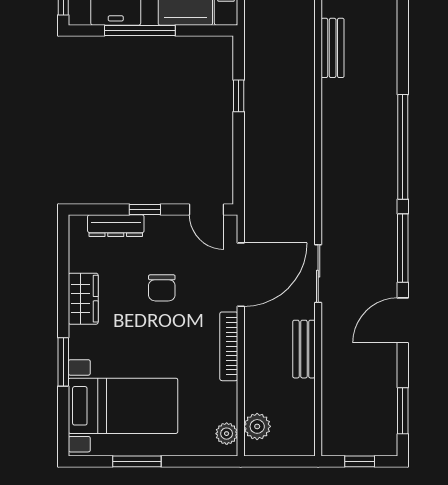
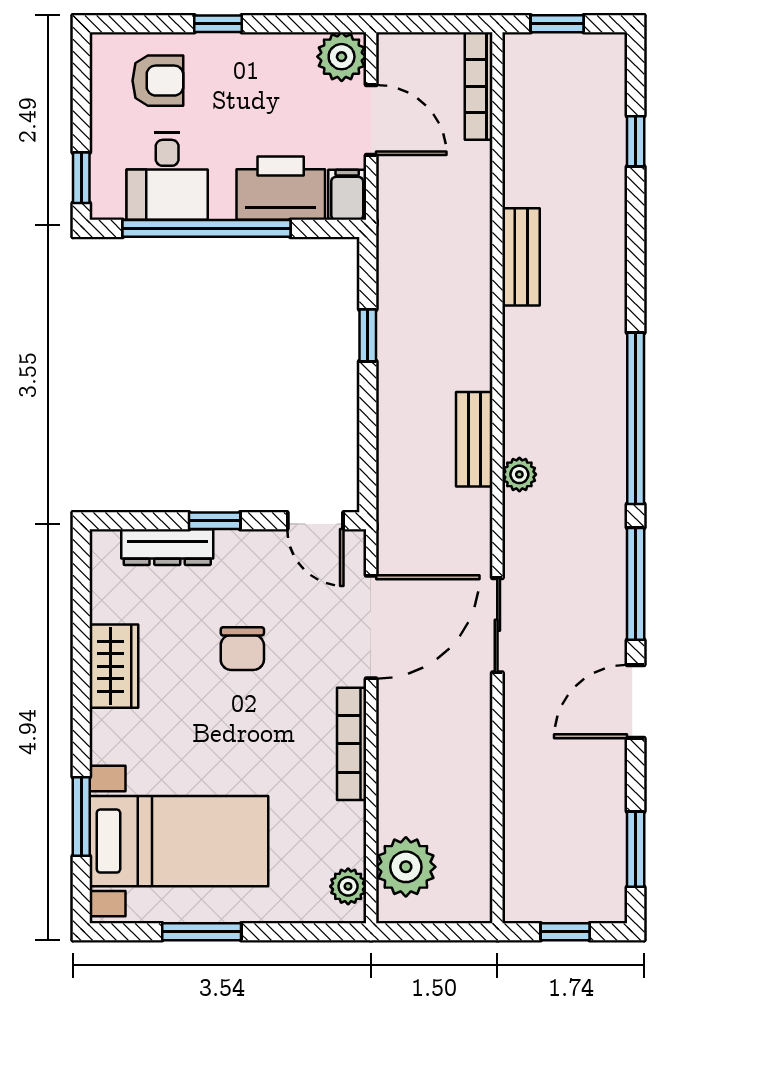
window: (140, 30) -> (207, 228), width x1.46
plant: (332, 181) -> (519, 474), added
bench: (304, 349) -> (474, 439), moved
window: (63, 362) -> (81, 817), moved
plant: (257, 426) -> (406, 867), width x1.36, depth x1.36

